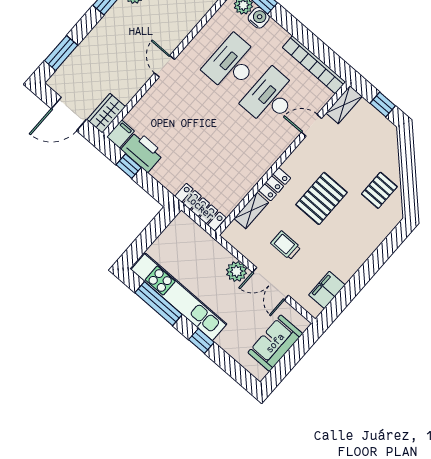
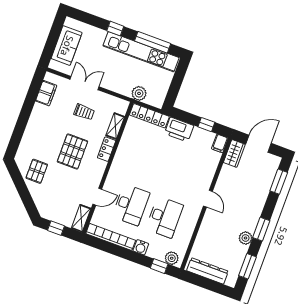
water cooler: (259, 18) -> (141, 247), moved
printer: (143, 151) -> (179, 130), moved
plant: (236, 271) -> (139, 93), moved

